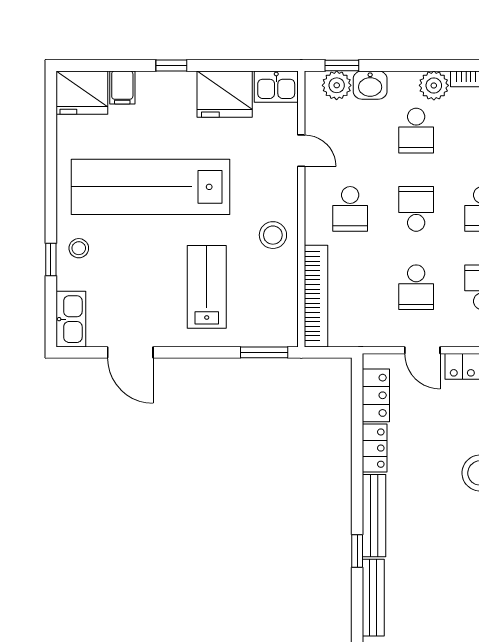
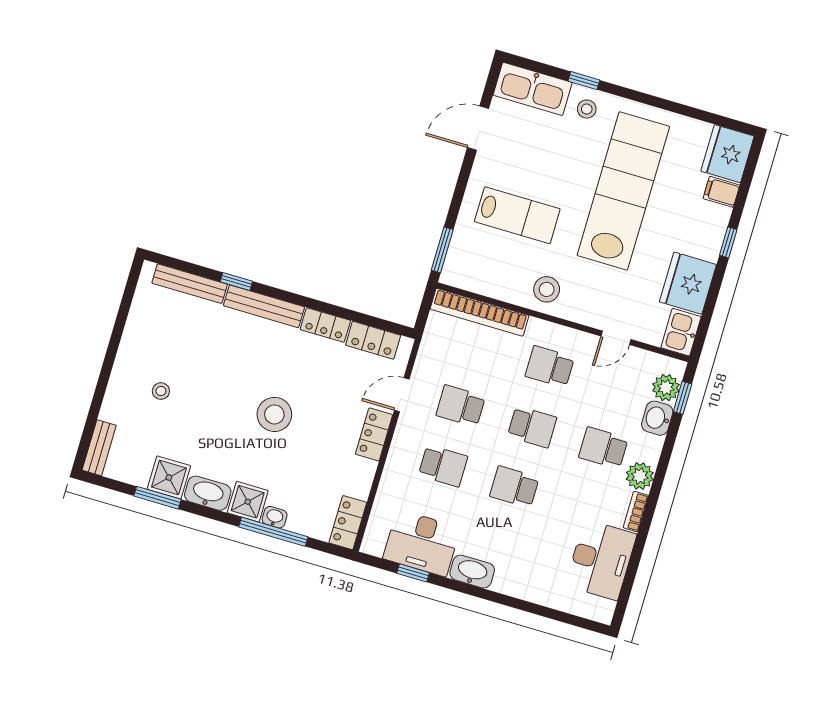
kitchen sink: (71, 319) -> (533, 89), width x1.36, depth x1.24

